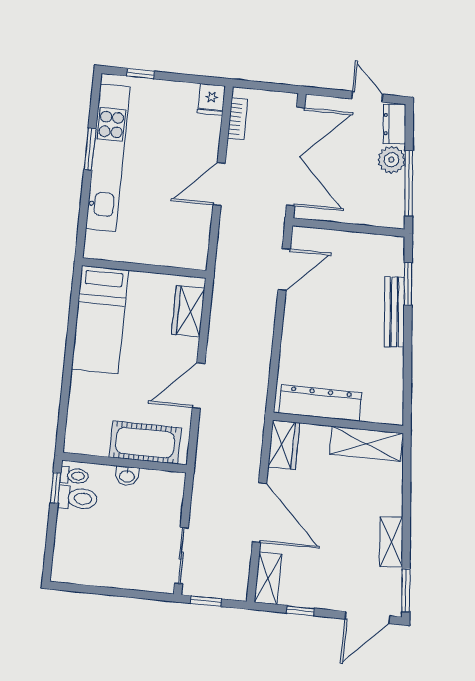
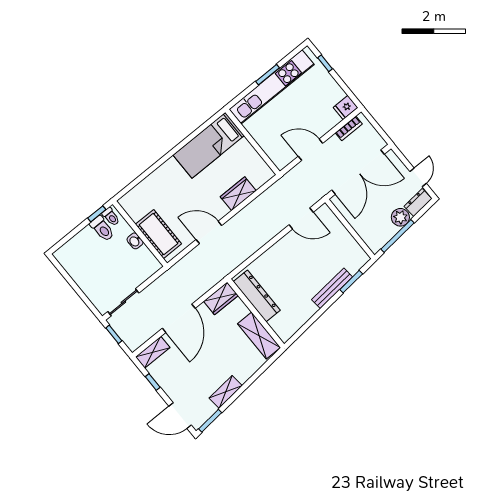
wall: (144, 268) -> (253, 142), moved
bed: (100, 320) -> (209, 145), moved

